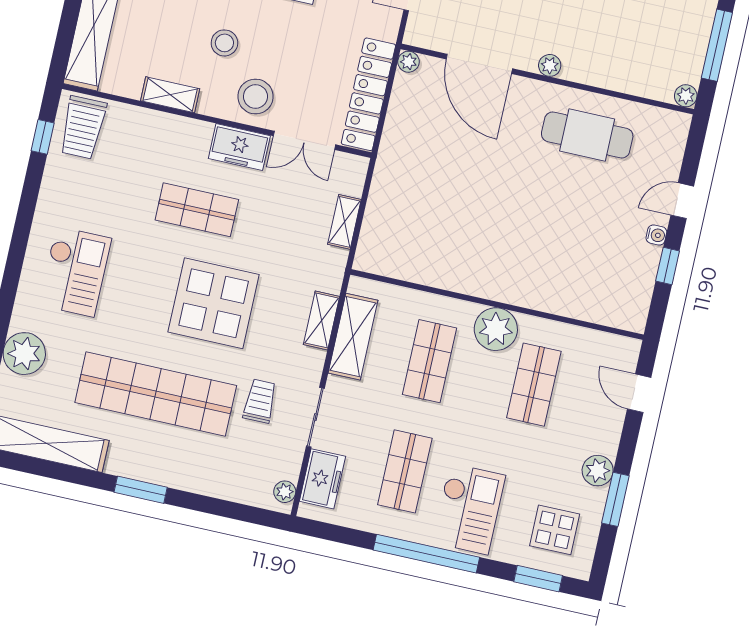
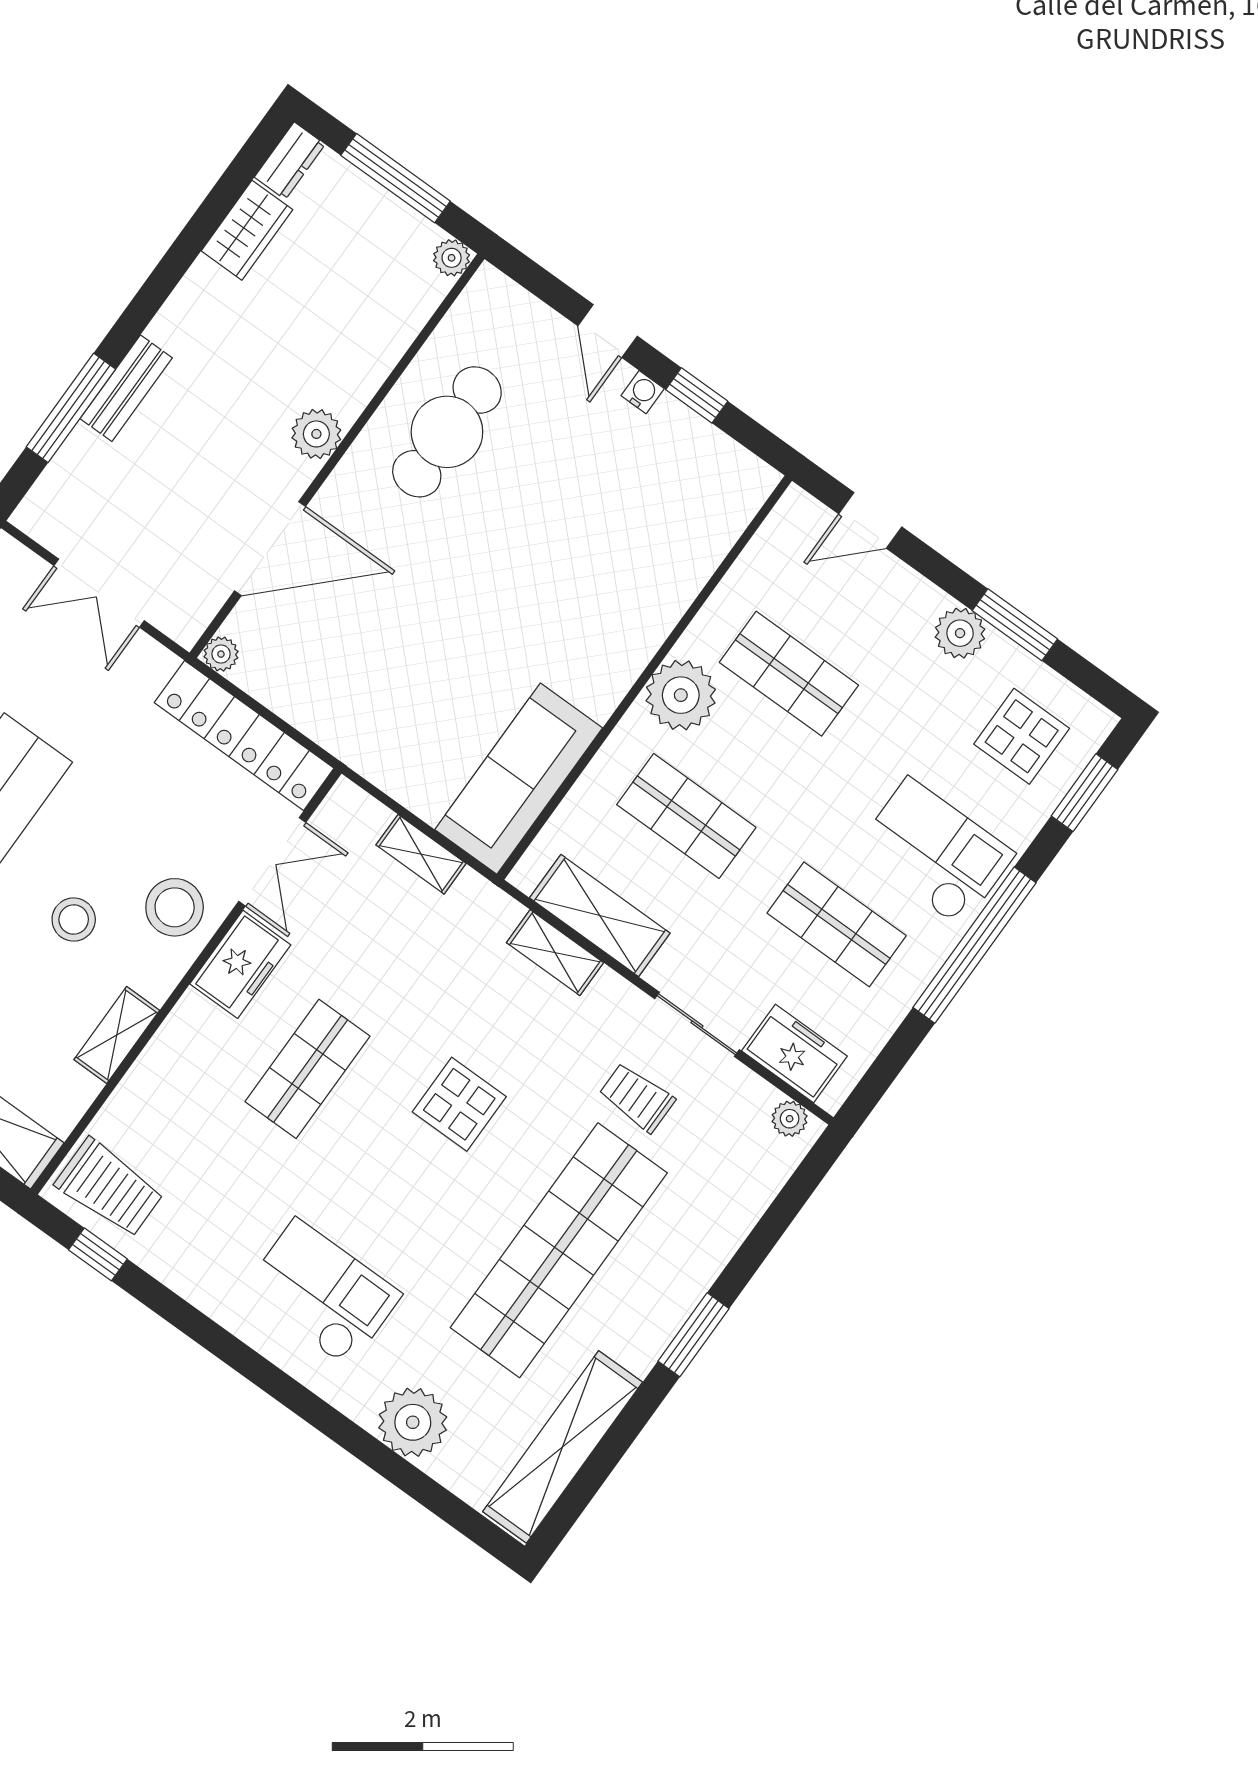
plant: (550, 65) -> (316, 434), width x1.38, depth x1.38
sofa: (410, 258) -> (519, 779), added
display table: (214, 303) -> (459, 1104), width x0.54, depth x0.54

